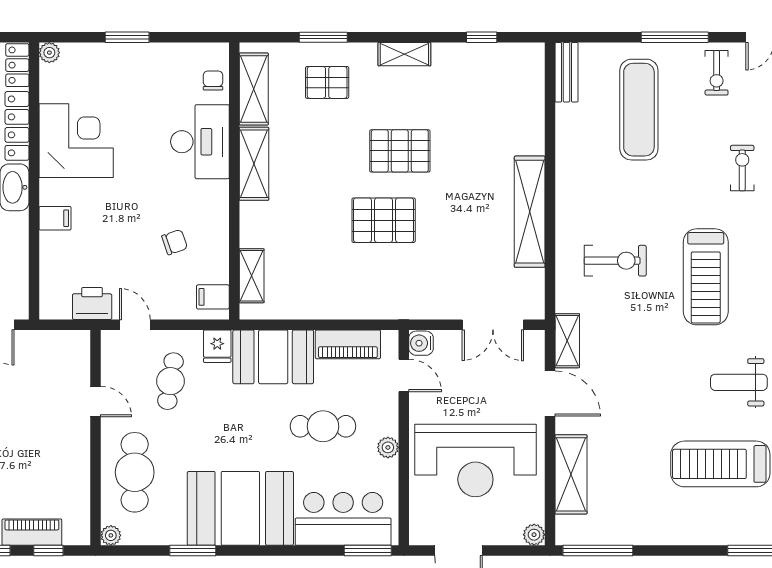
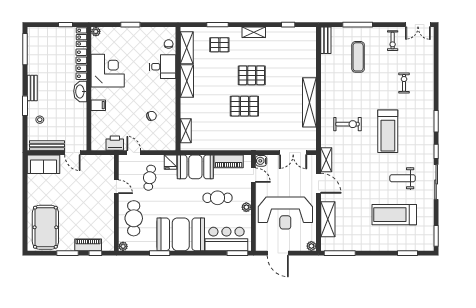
window: (675, 37) -> (358, 25), moved
exercise mat: (639, 110) -> (358, 57), width x0.73, depth x0.69
desk: (200, 142) -> (163, 67), width x0.73
filing cabinet: (213, 297) -> (169, 140), removed

